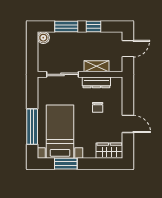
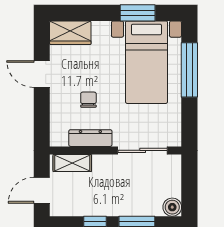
shelving: (97, 66) -> (72, 163), moved

